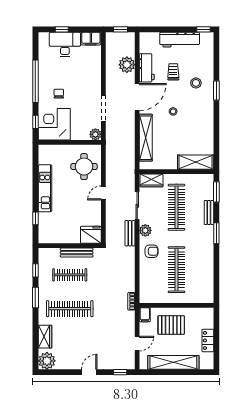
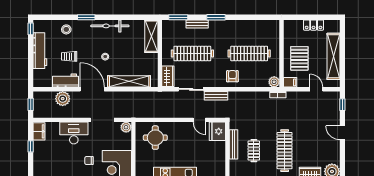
window: (62, 29) -> (31, 146), moved
desk: (65, 44) -> (74, 133), moved, turned 90
stool: (196, 83) -> (66, 29), moved
bicycle: (207, 117) -> (110, 26), added
door: (103, 193) -> (199, 120), moved
plant: (145, 230) -> (274, 82), moved
clothes rail: (70, 275) -> (254, 151), width x0.73

